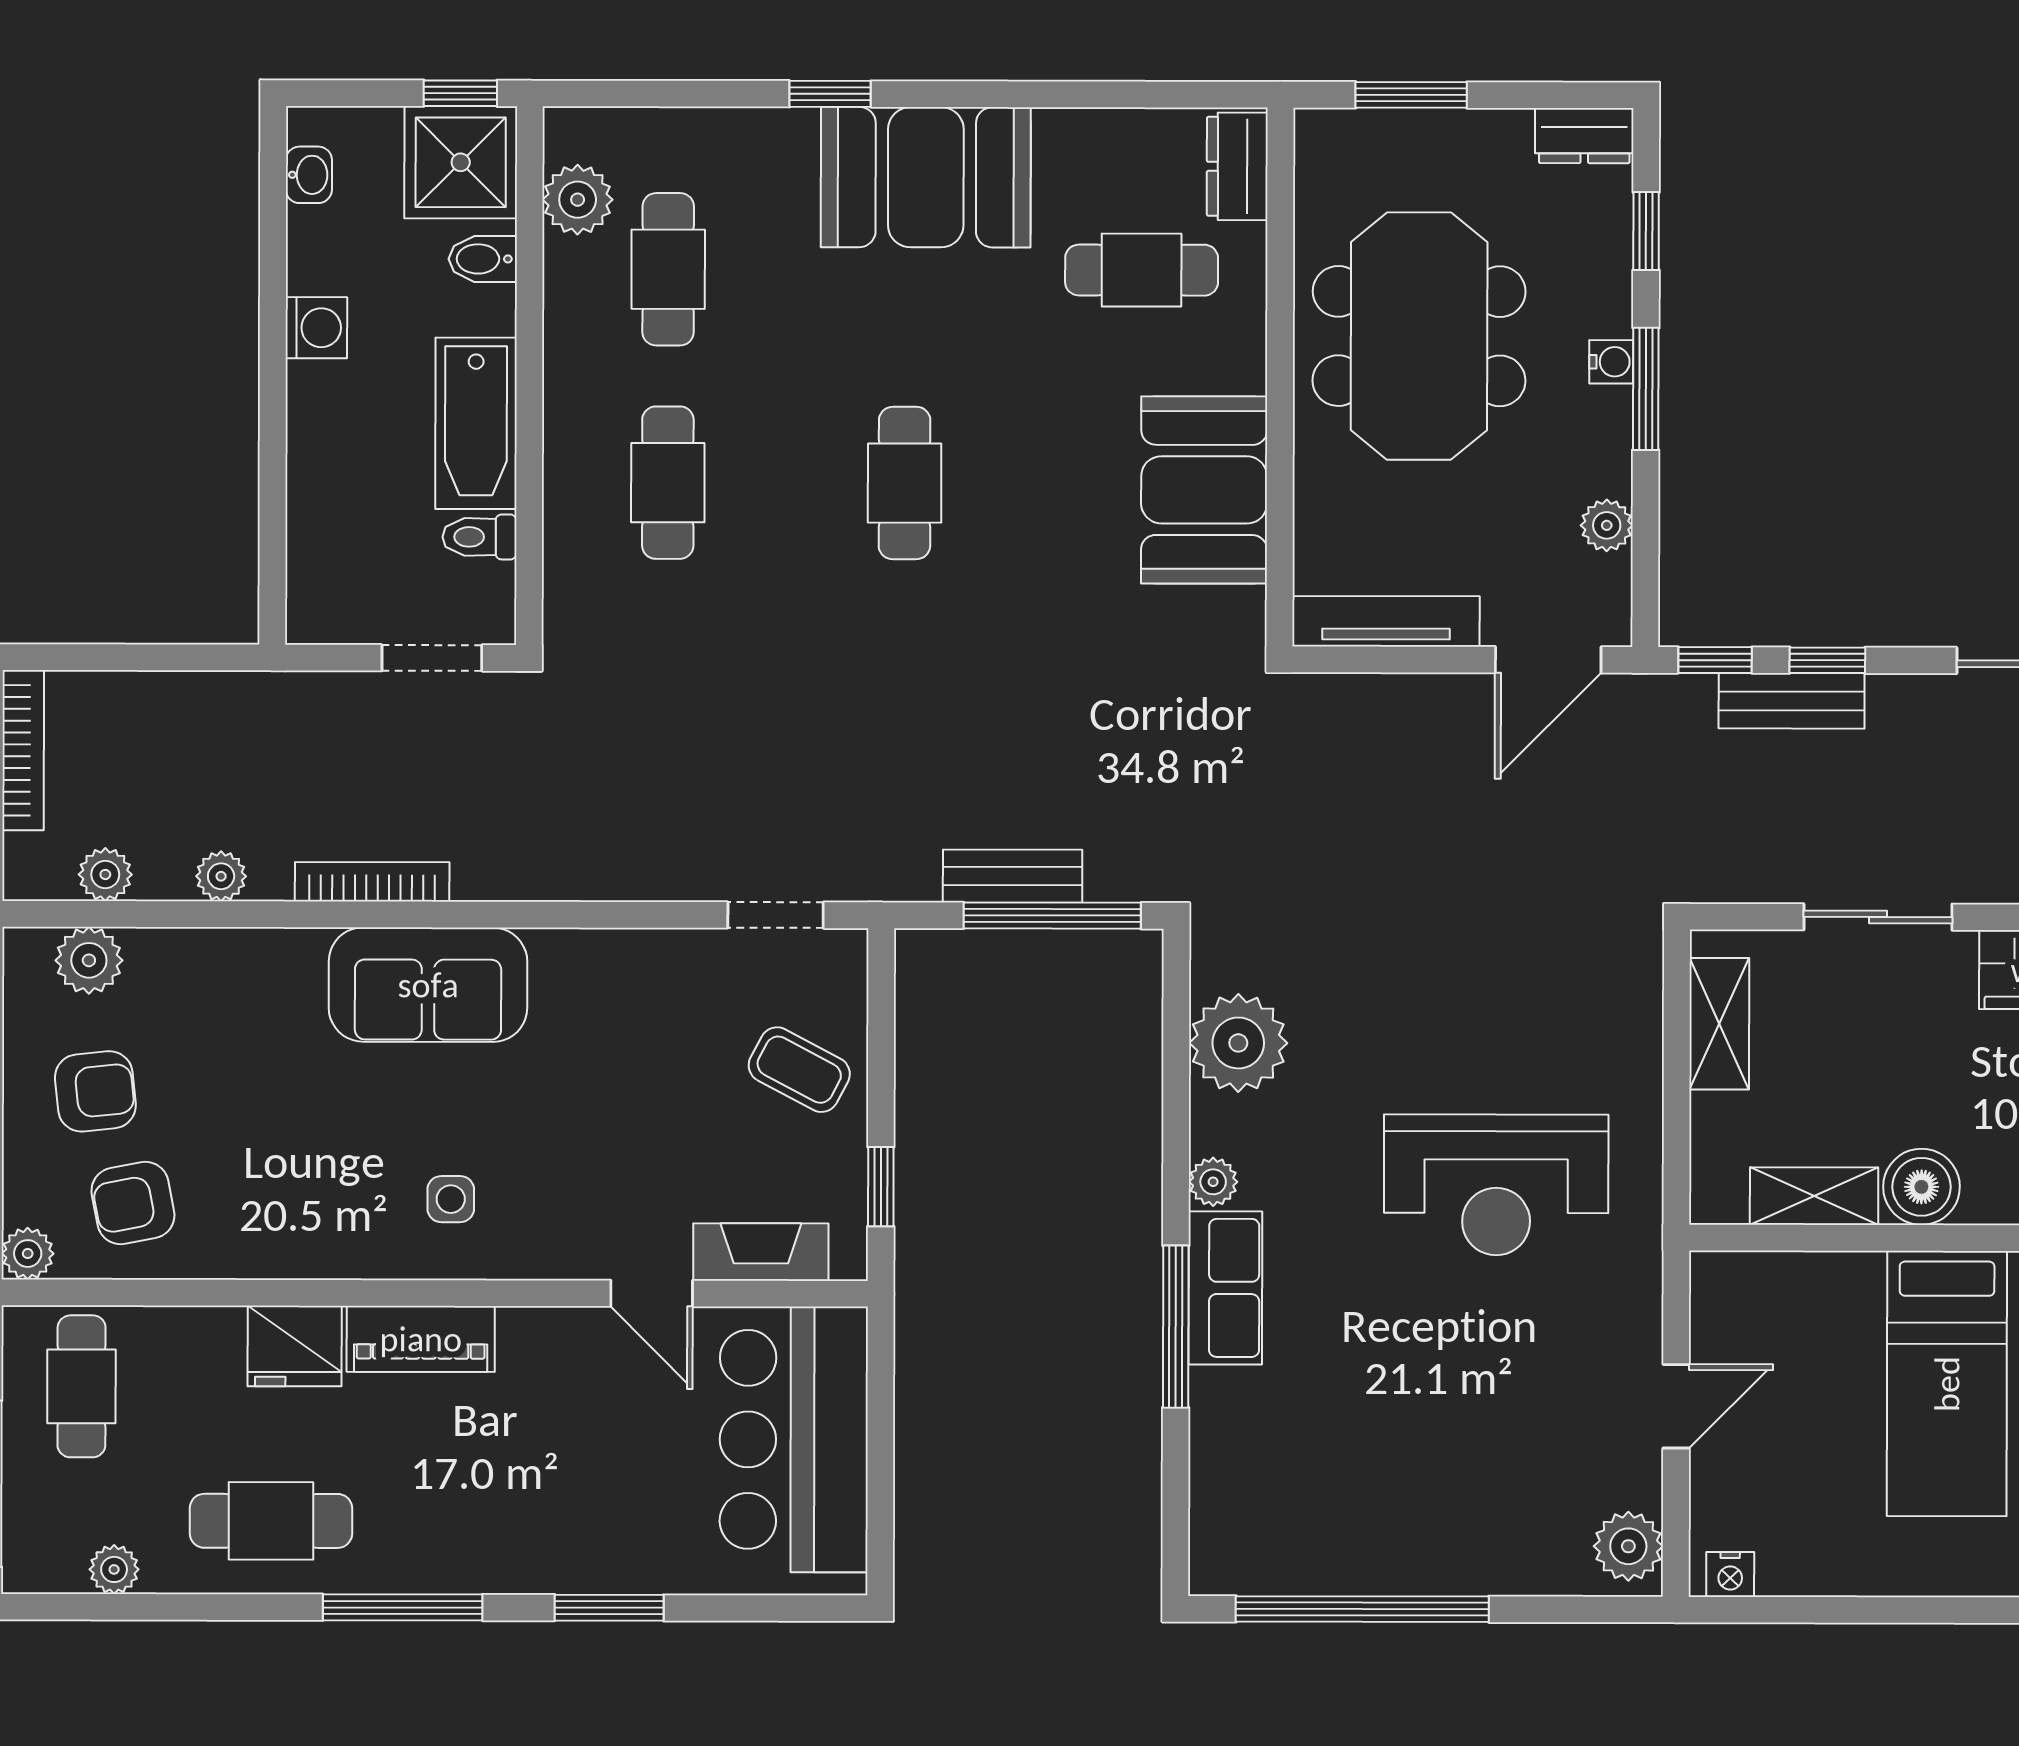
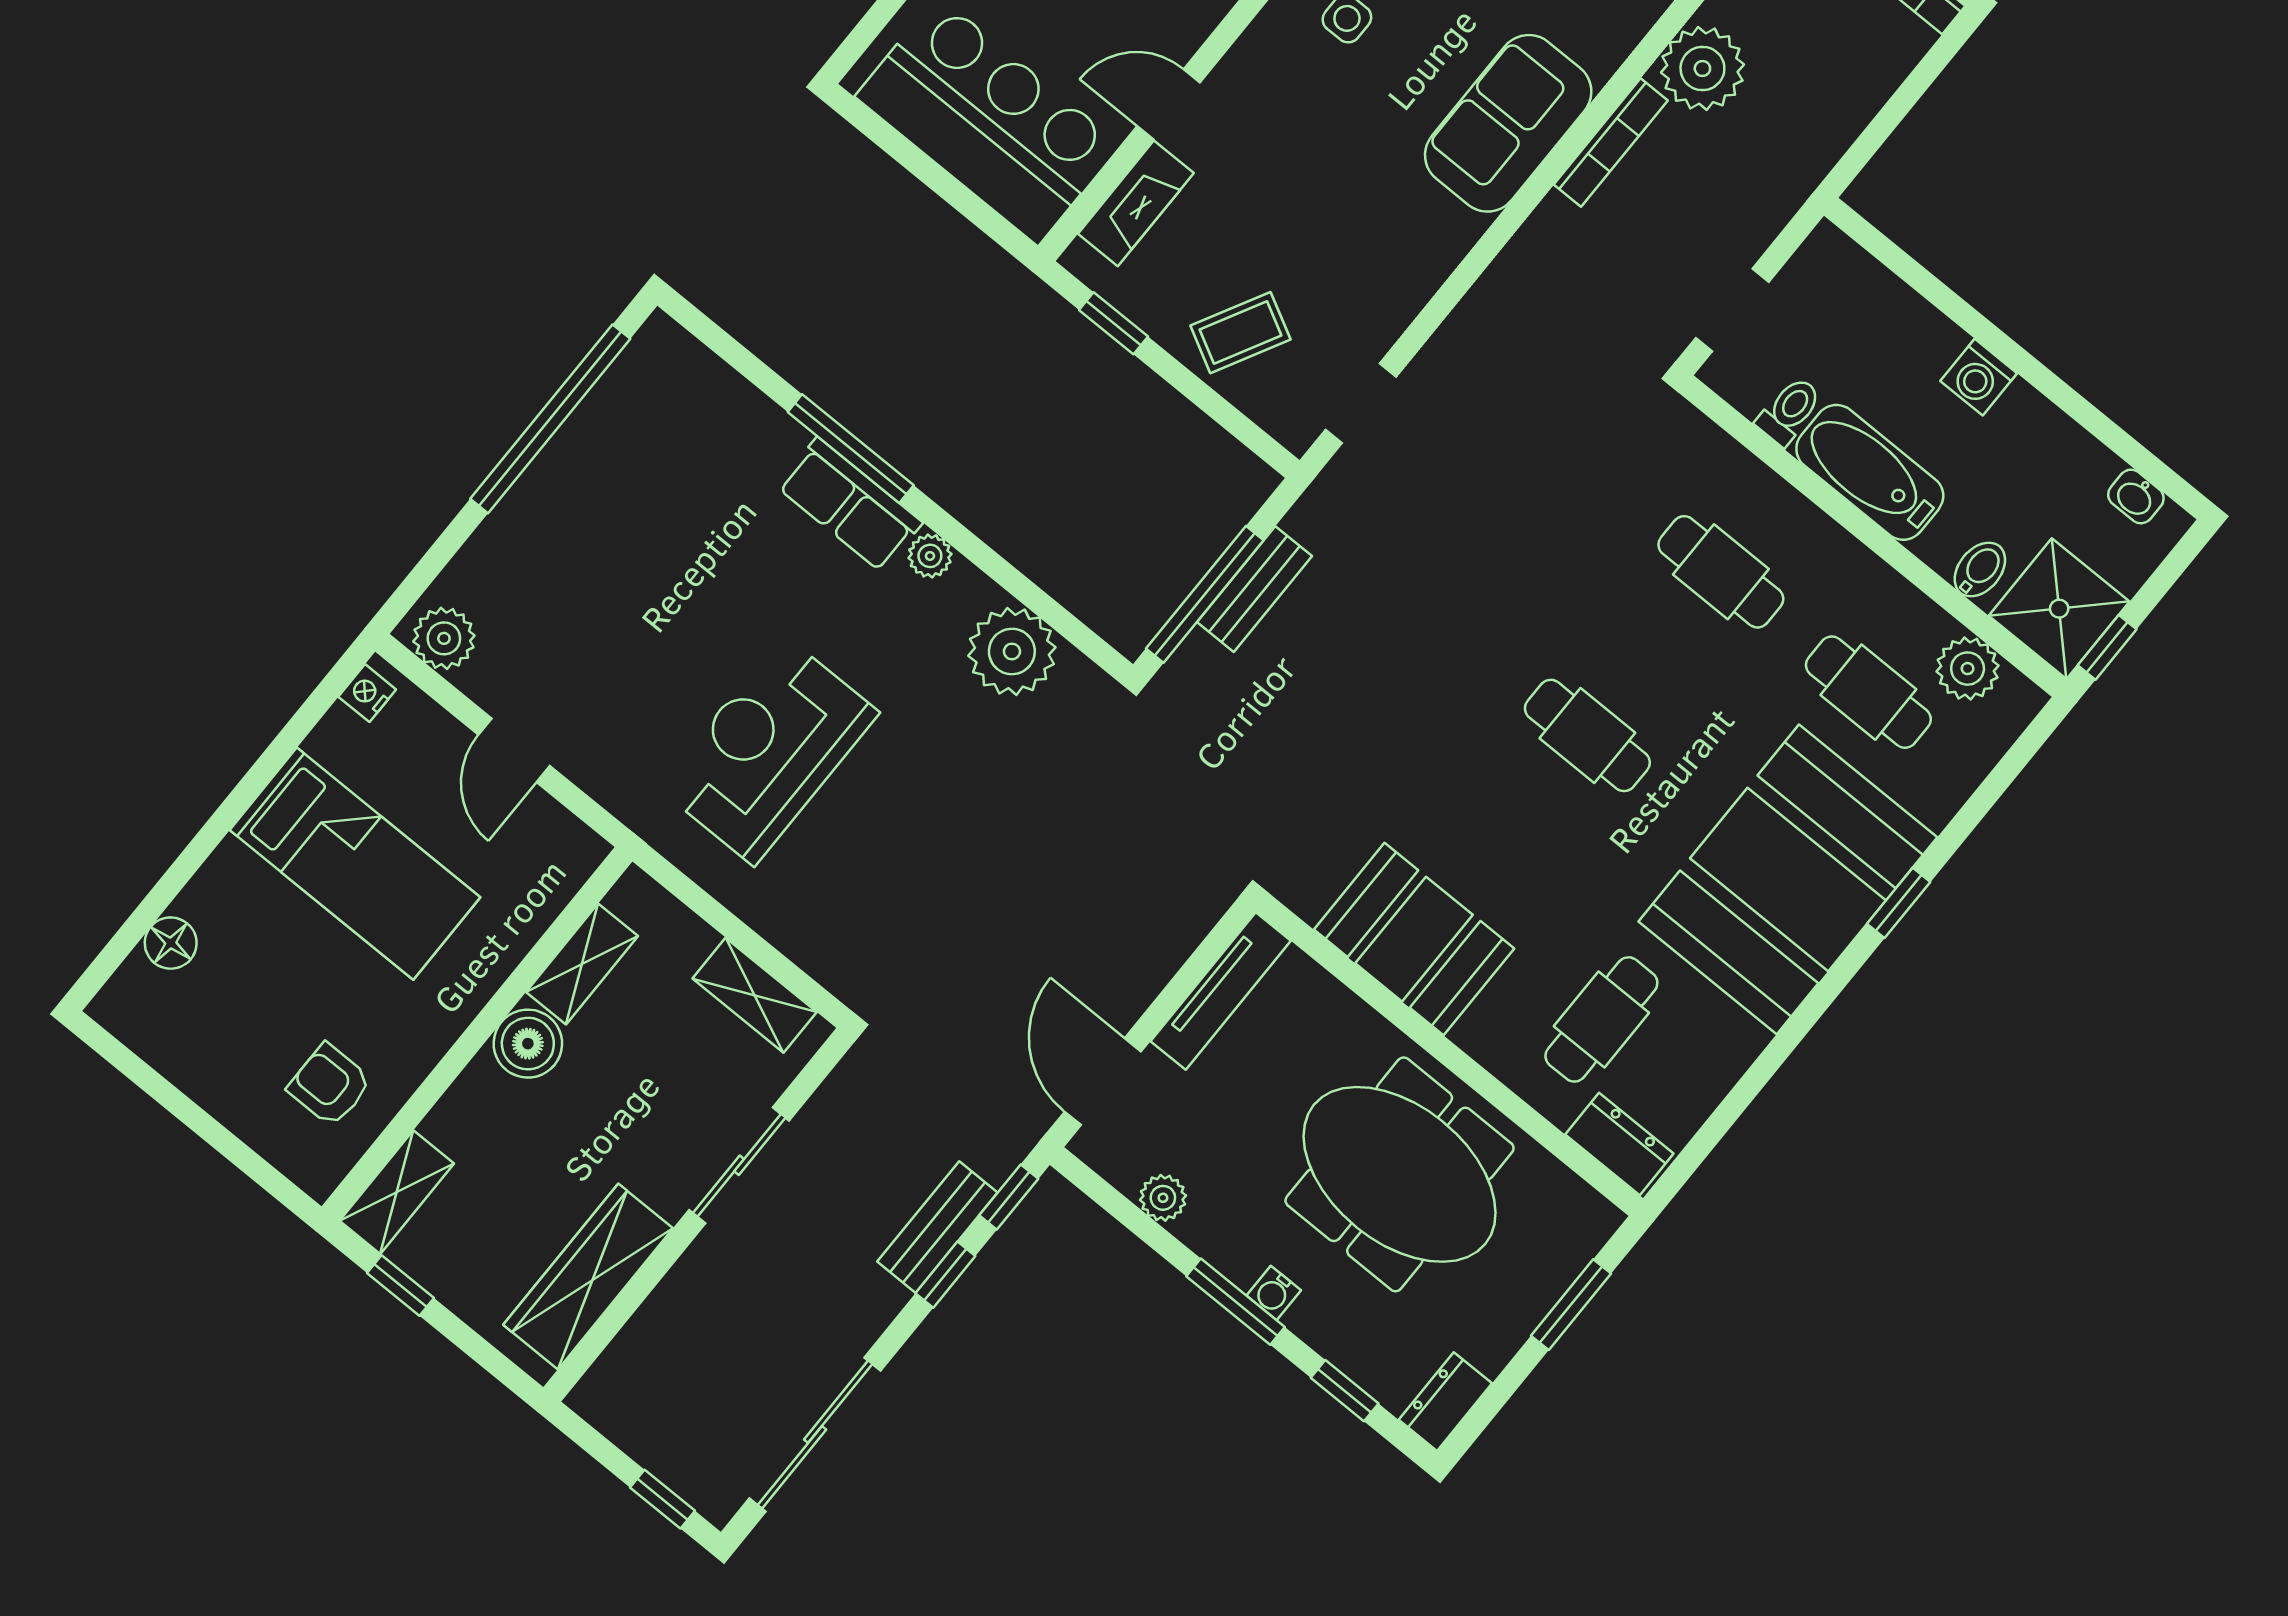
booth: (926, 177) -> (1788, 879), width x1.36, depth x1.42
washing machine: (316, 328) -> (1979, 377), moved
plant: (221, 876) -> (1702, 68), width x1.87, depth x1.87
bed: (1947, 1384) -> (355, 864), moved, turned 180

